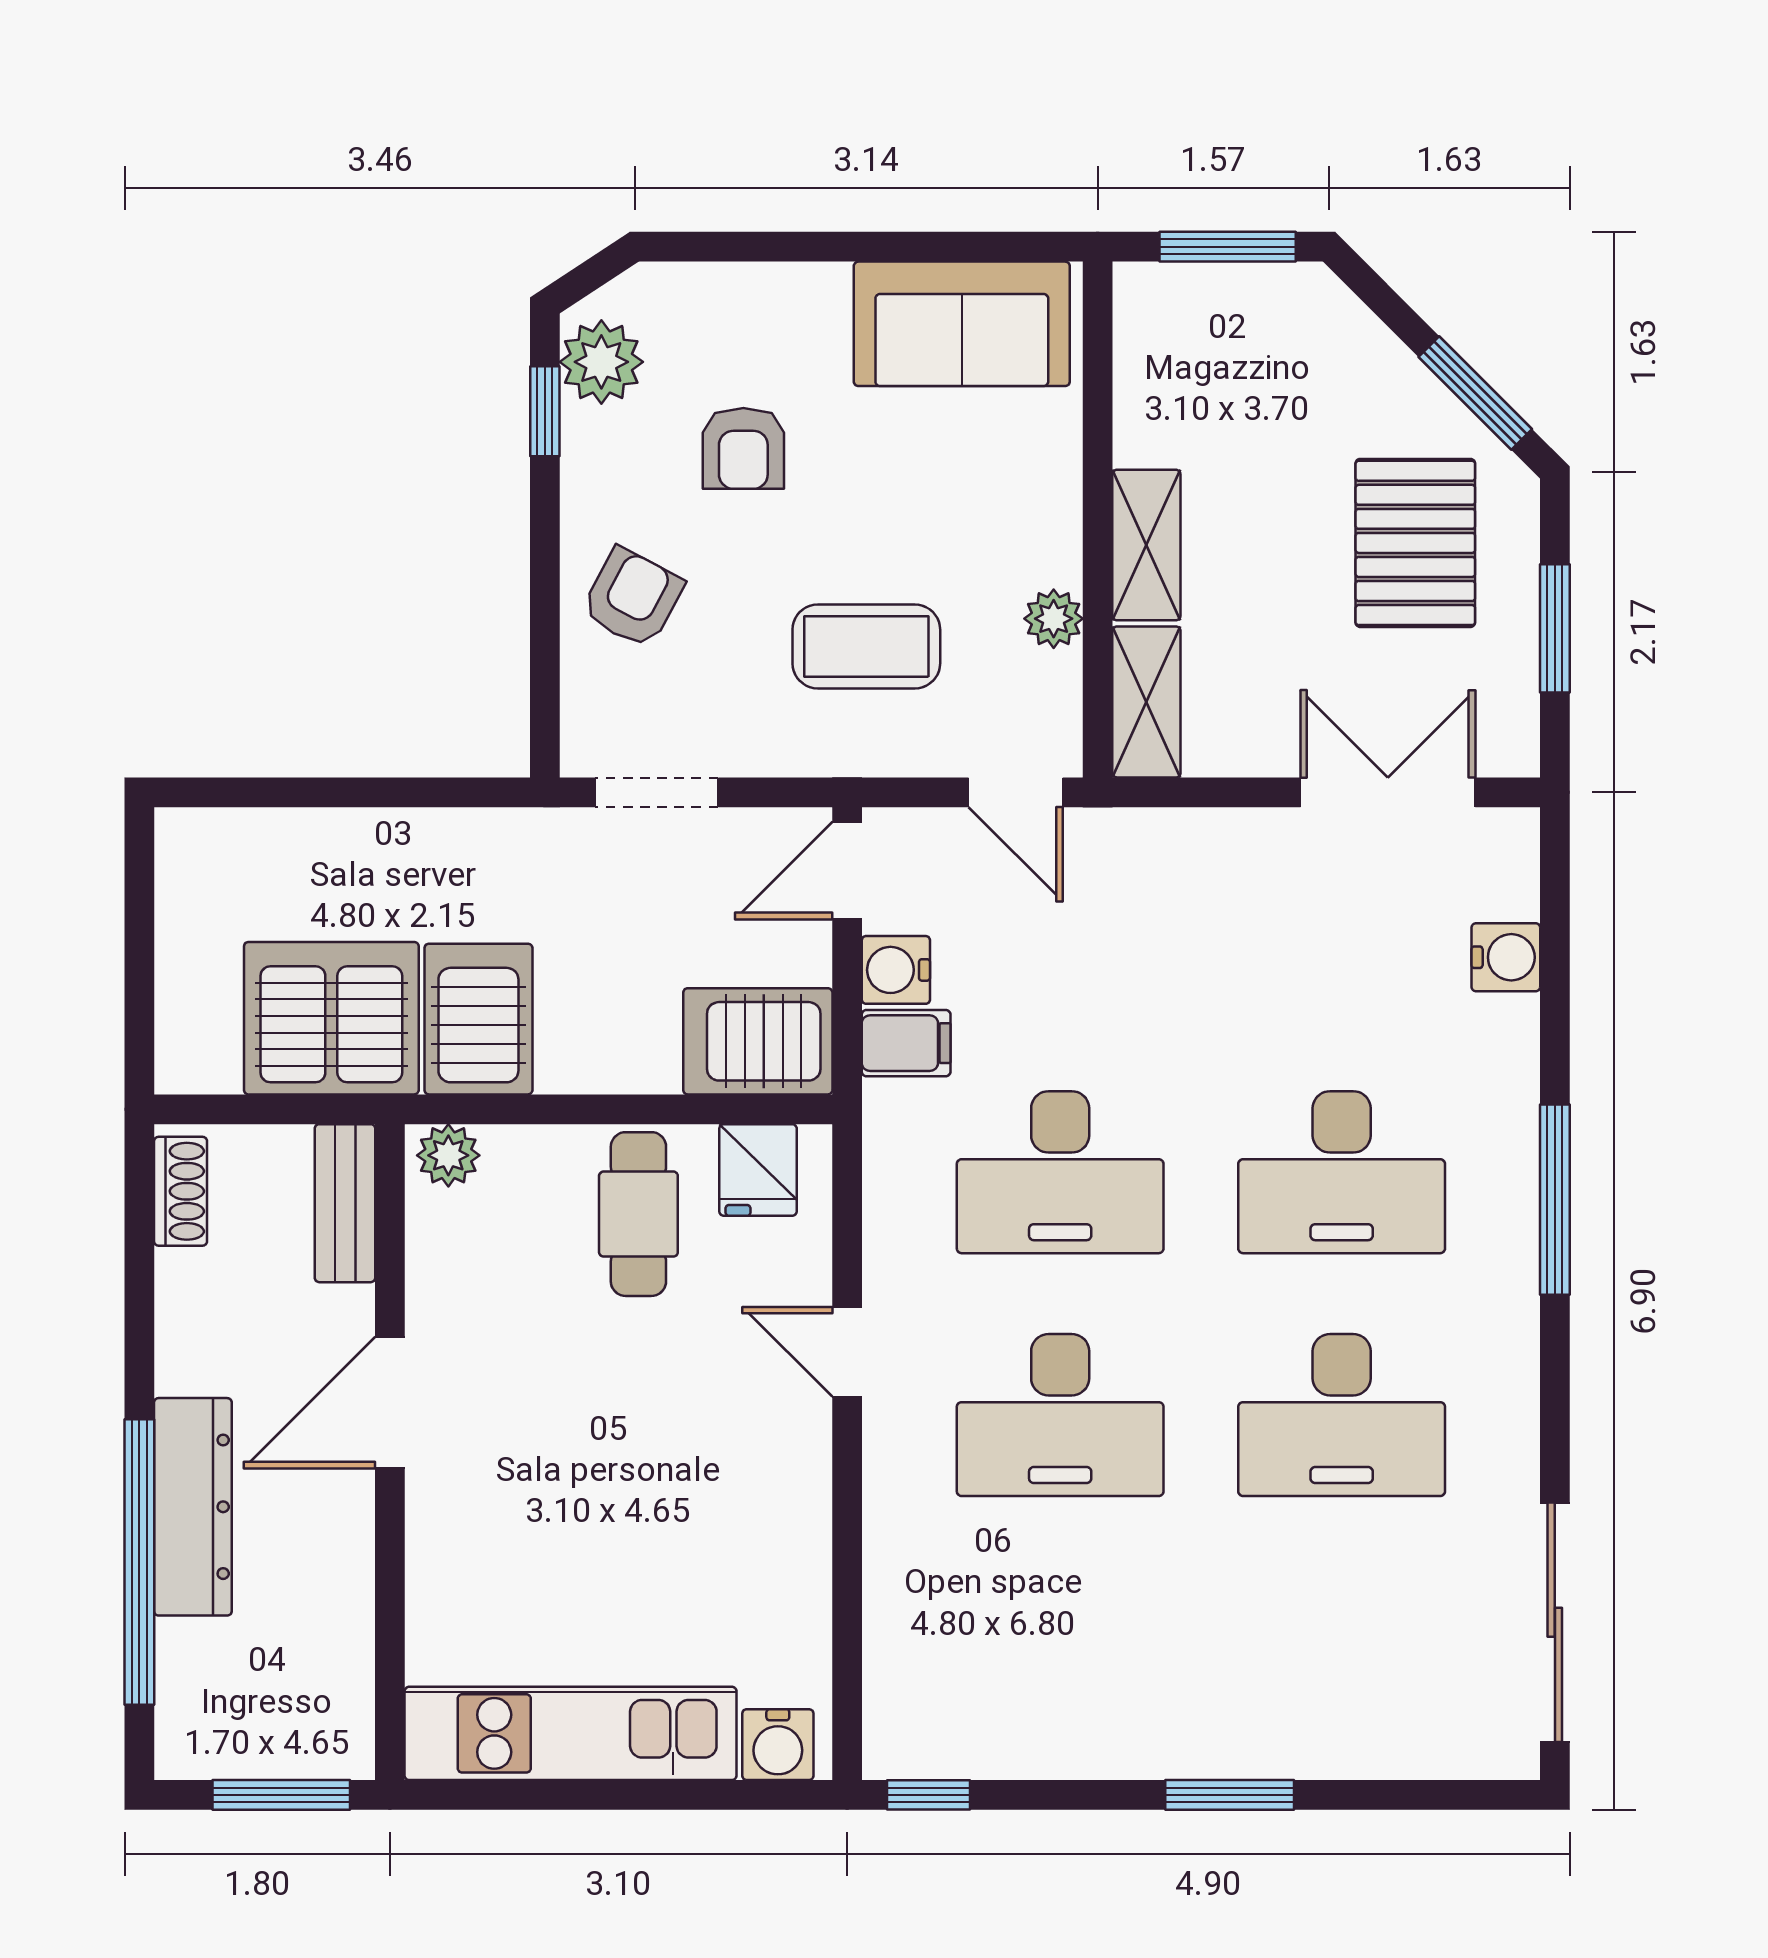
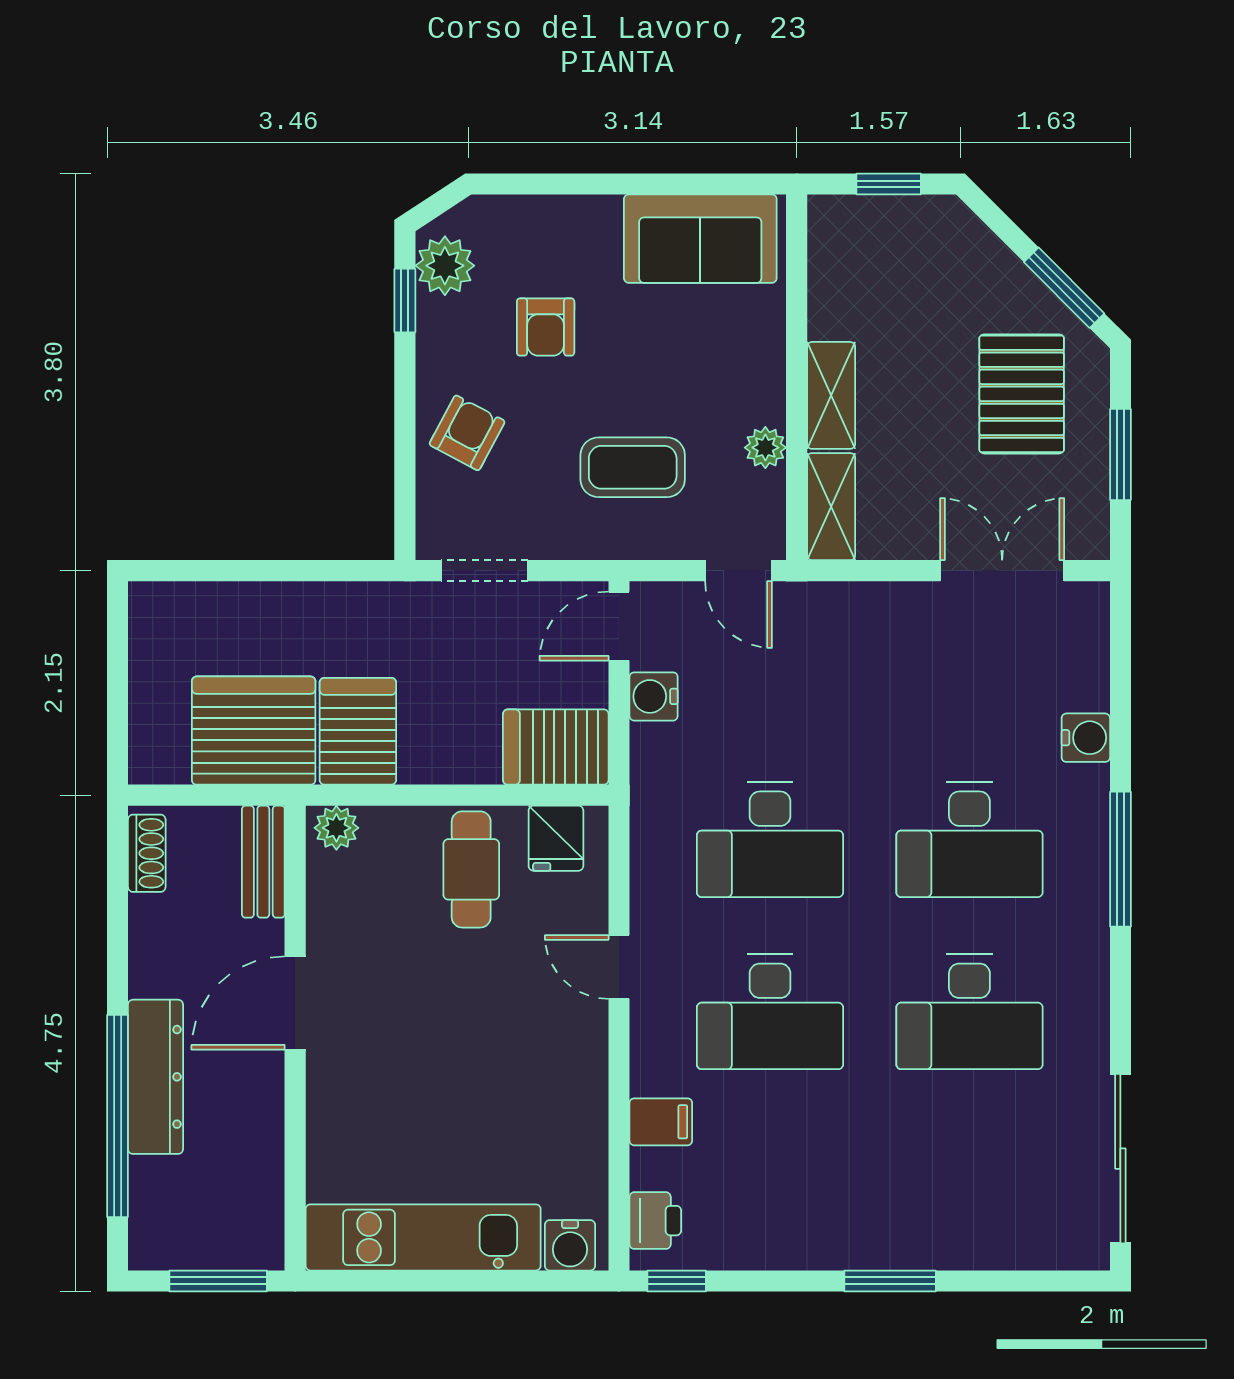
window: (1228, 247) -> (889, 184), width x0.67
water cooler: (1506, 957) -> (1086, 738), moved
filing cabinet: (906, 1043) -> (661, 1122), moved
printer: (898, 1710) -> (655, 1221), added

